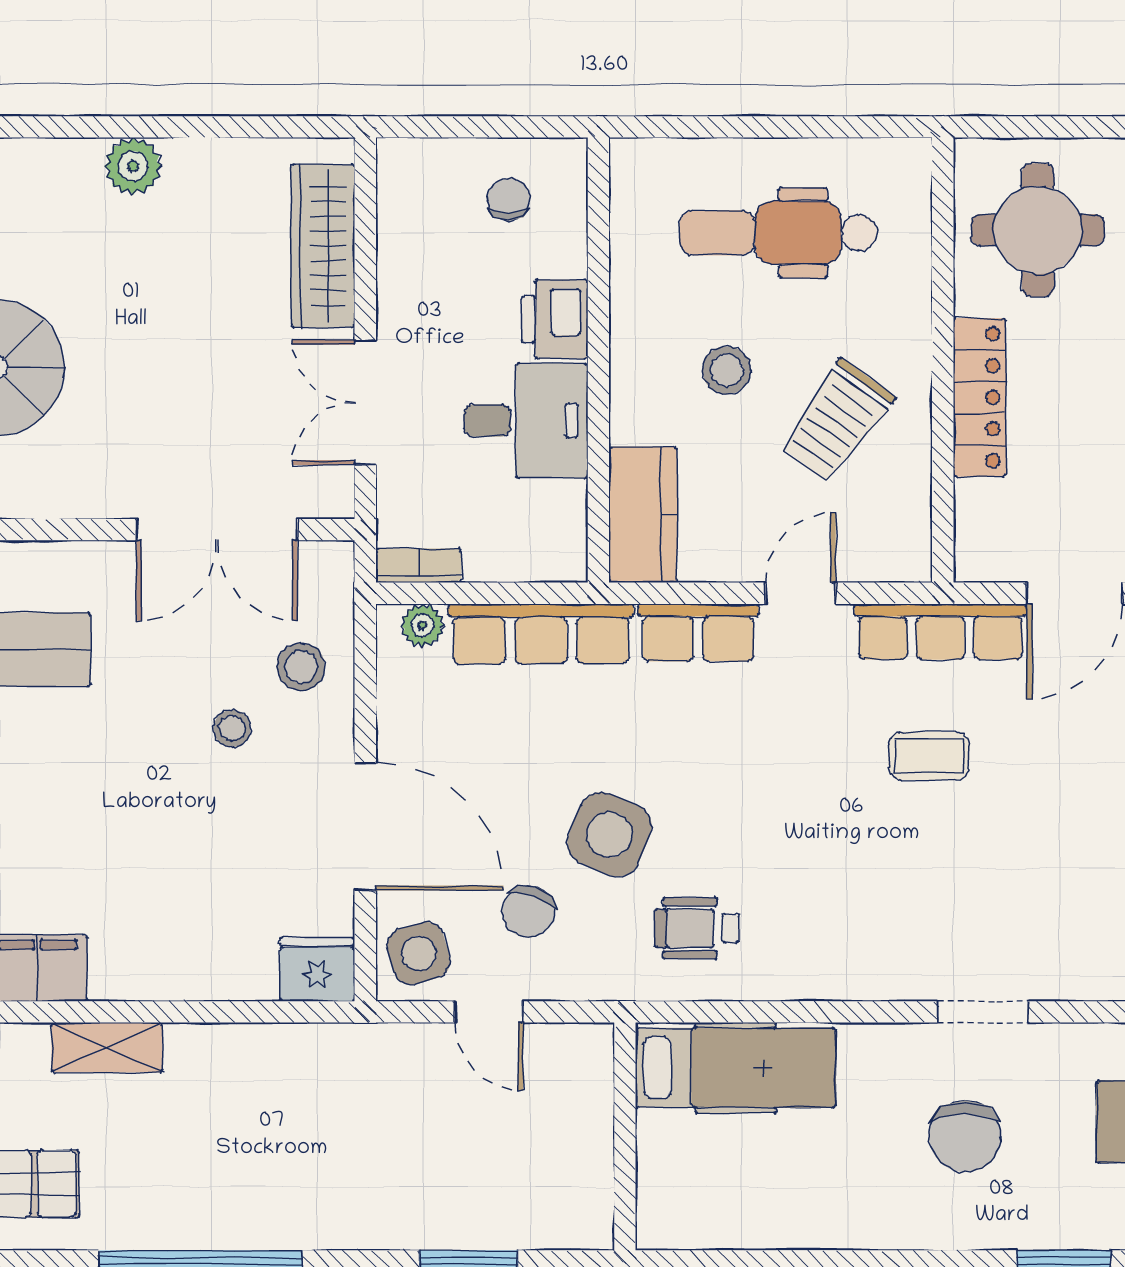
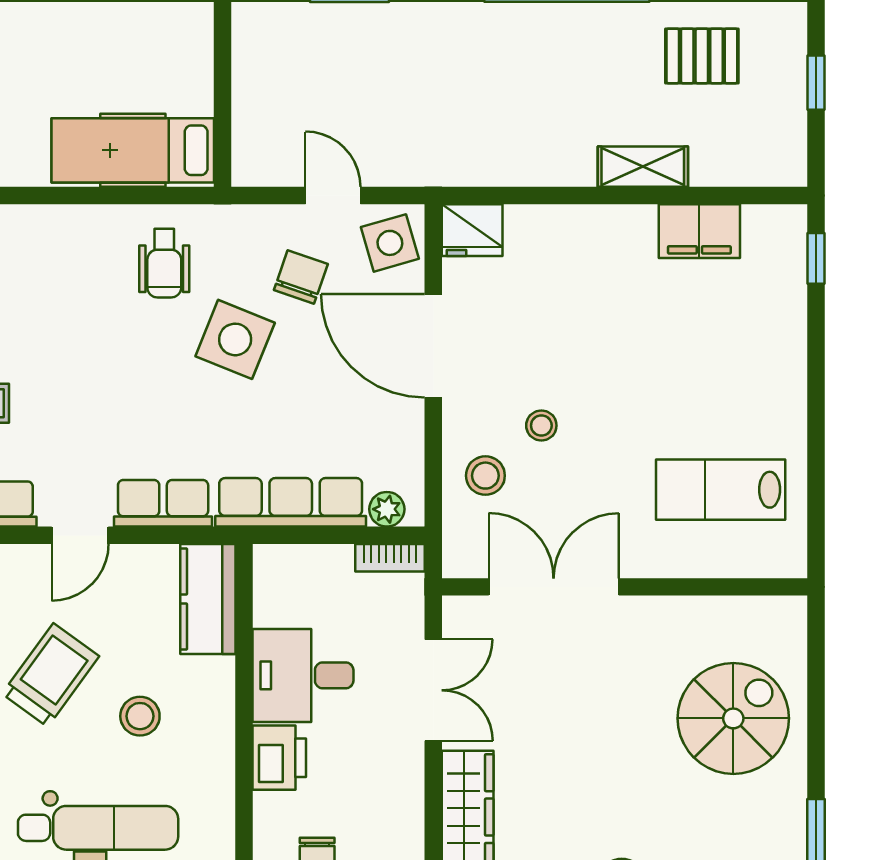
wheelchair: (697, 928) -> (164, 263), turned 90

